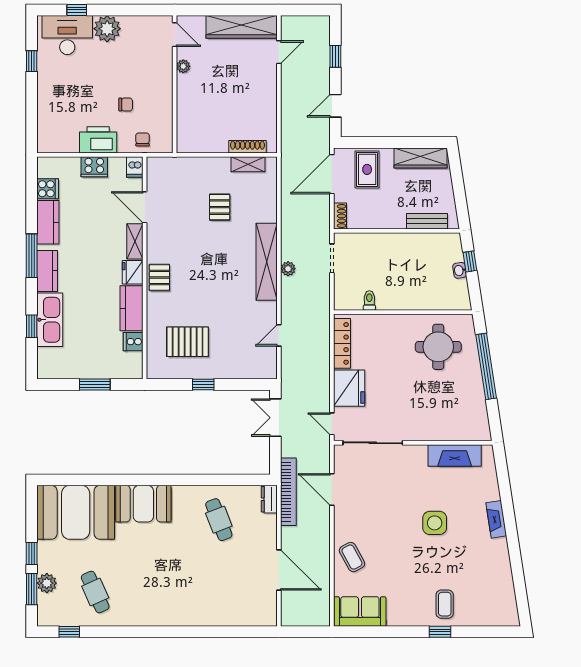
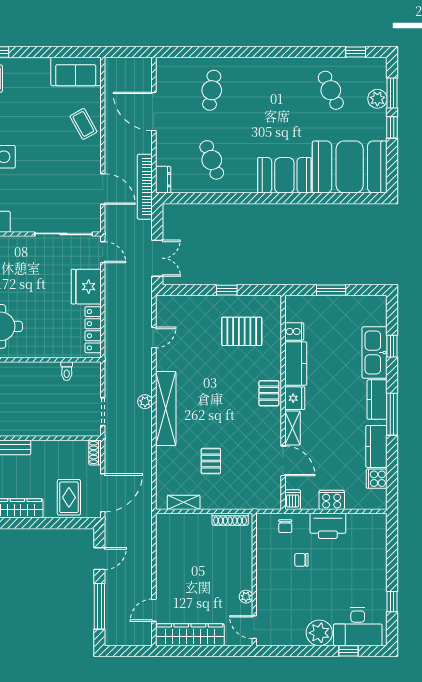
window: (335, 56) -> (99, 606), width x2.17
shoe rack: (247, 147) -> (230, 519), moved
cafe table: (219, 592) -> (212, 90), added

